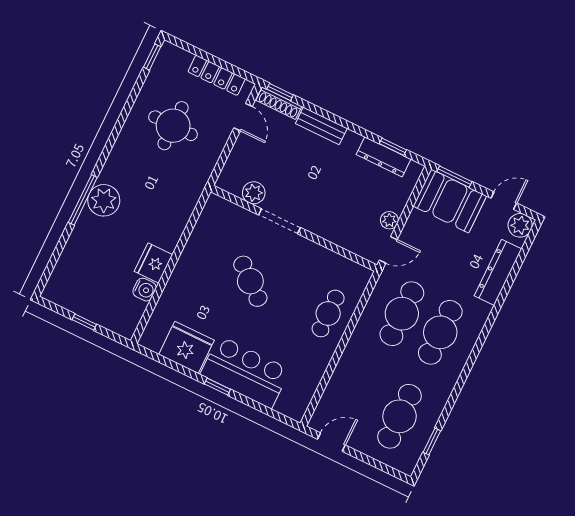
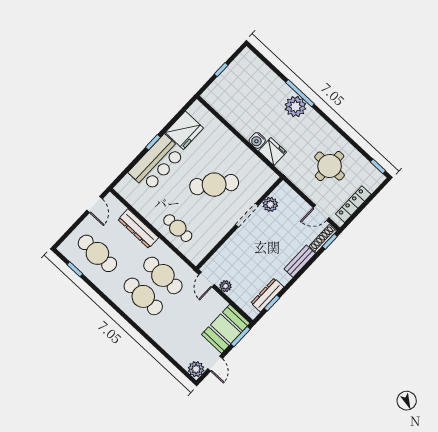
fridge: (153, 263) -> (272, 151), moved
dresser: (498, 272) -> (138, 229), moved, turned 180
cafe table: (250, 281) -> (214, 185), width x1.37, depth x1.35
water cooler: (145, 290) -> (257, 140), moved

